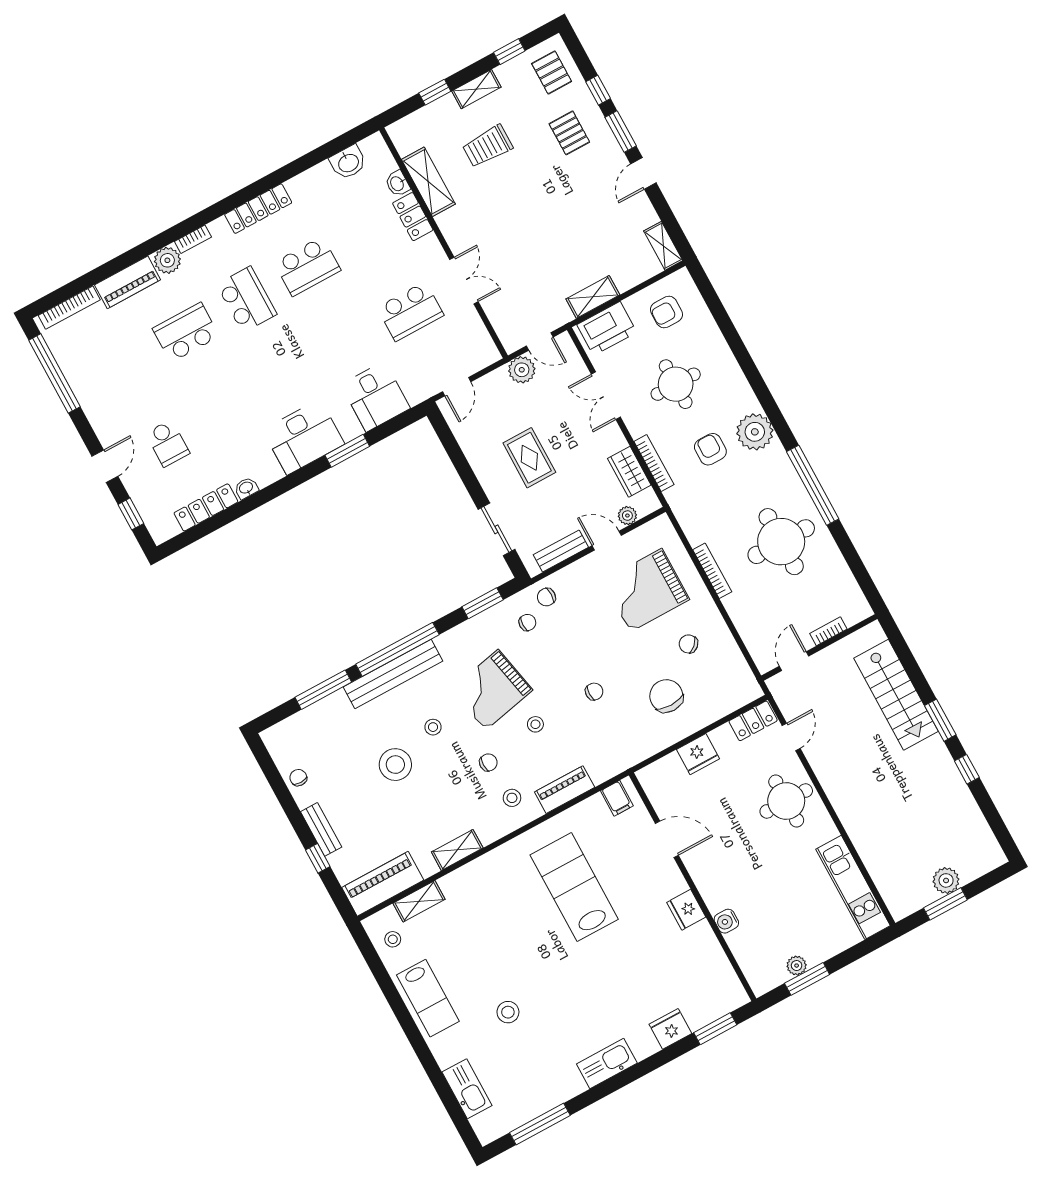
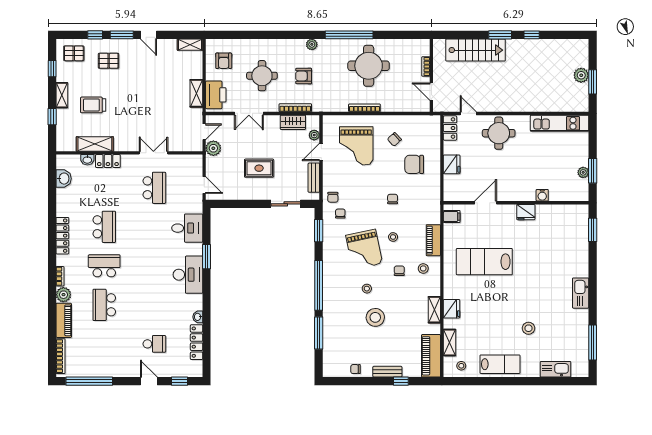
trolley: (487, 146) -> (93, 105), turned 90
plant: (755, 432) -> (312, 44), width x0.53, depth x0.53
bench: (393, 674) -> (330, 294), removed
fridge: (670, 1029) -> (452, 309), moved, turned 180

